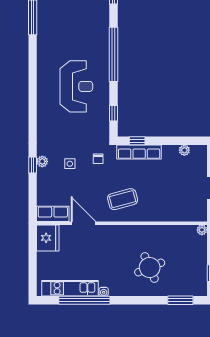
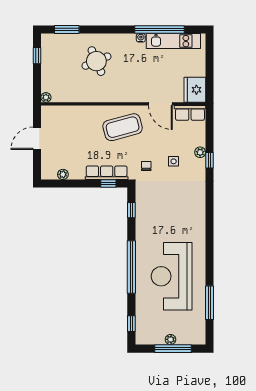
reception desk: (76, 86) -> (172, 276), moved, width x1.36, depth x1.30
plant: (42, 161) -> (200, 152), moved
coffee table: (123, 199) -> (123, 127), width x1.36, depth x1.32

